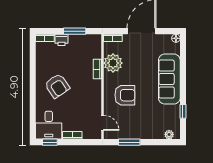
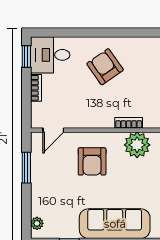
armchair: (57, 86) -> (105, 67), turned 89

